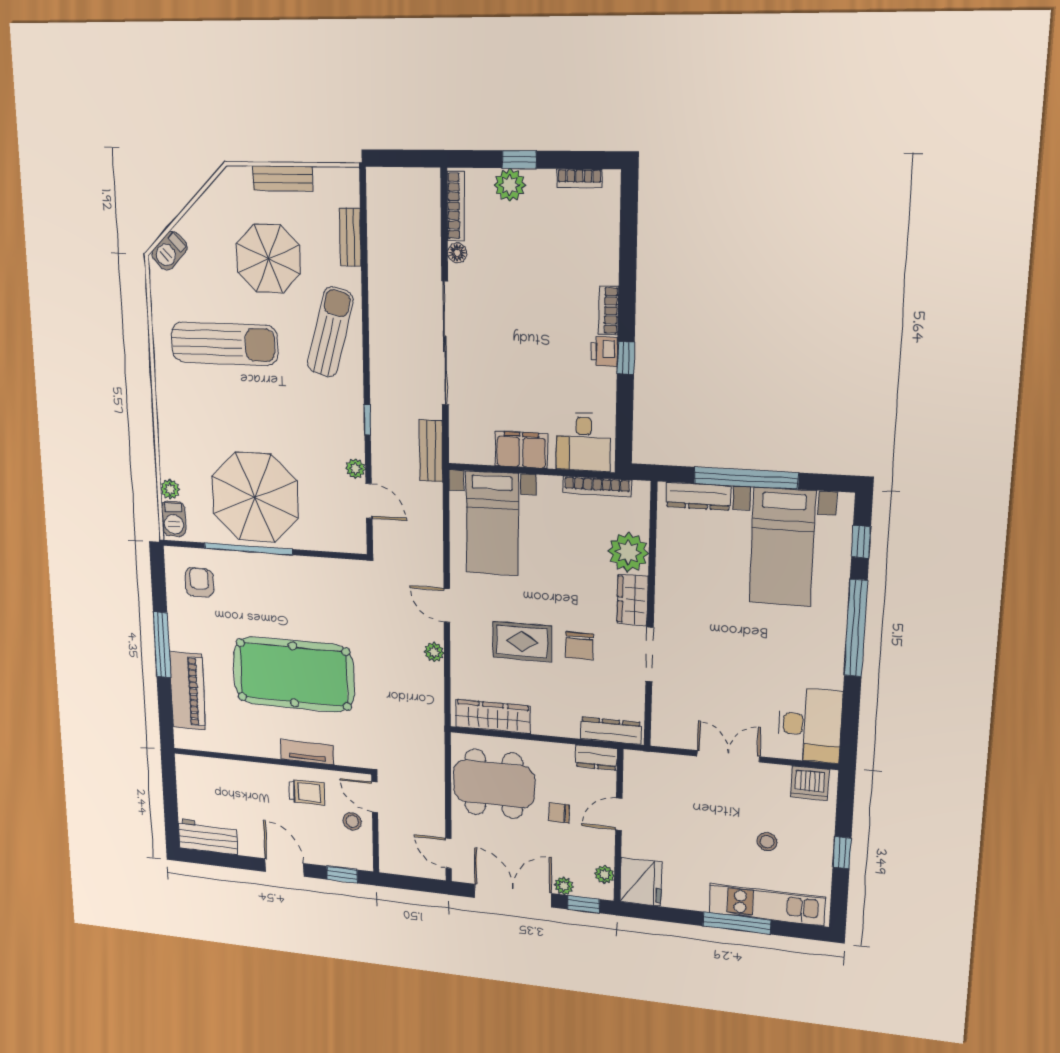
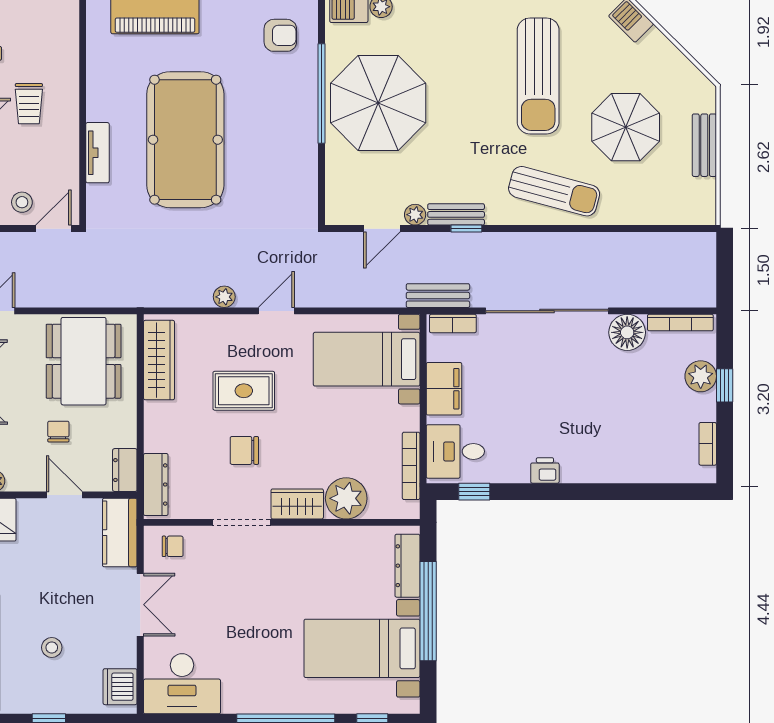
bench: (350, 237) -> (456, 214), moved
floor lamp: (457, 253) -> (627, 332), width x1.89, depth x1.89
bookcase: (609, 310) -> (453, 324), moved, turned 180
window: (626, 358) -> (474, 492), moved
rug: (522, 642) -> (244, 391), turned 90
chair: (671, 721) -> (173, 546), added
kitchen counter: (656, 768) -> (120, 533), added
trolley: (307, 792) -> (29, 104), moved

